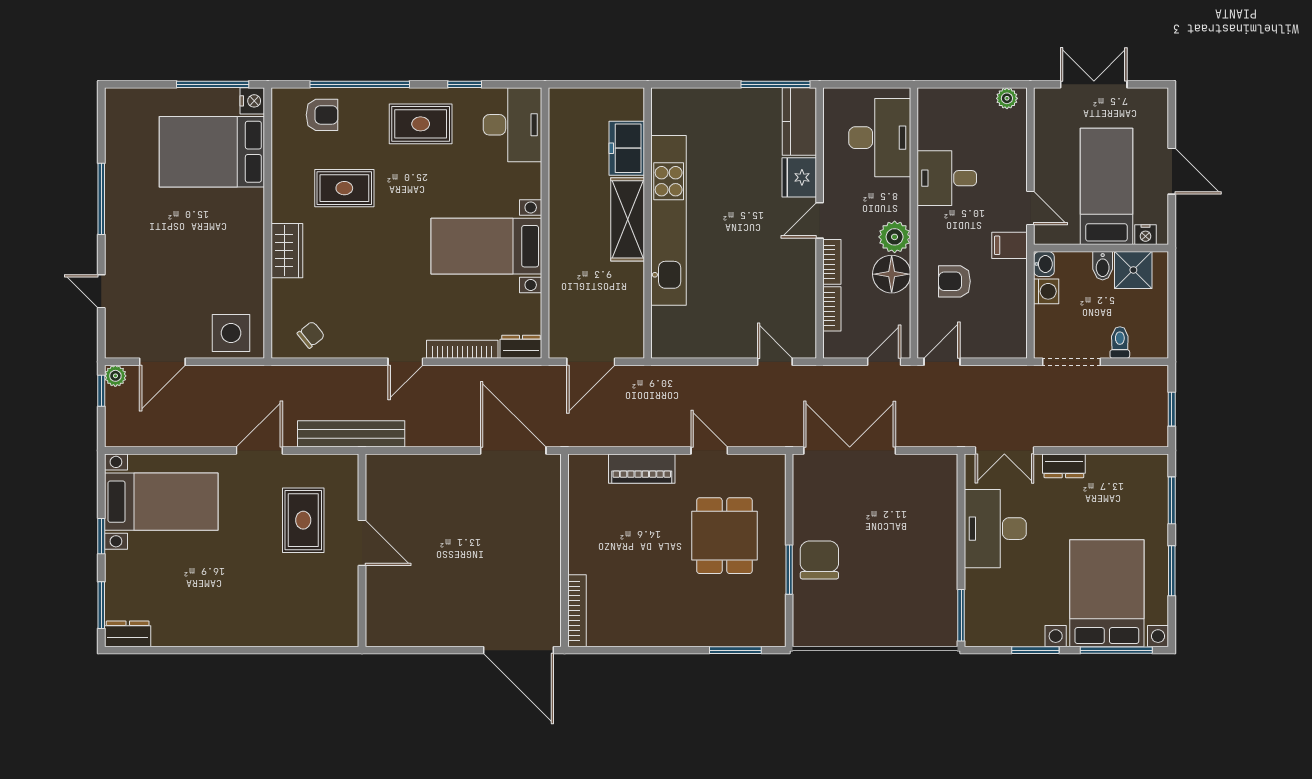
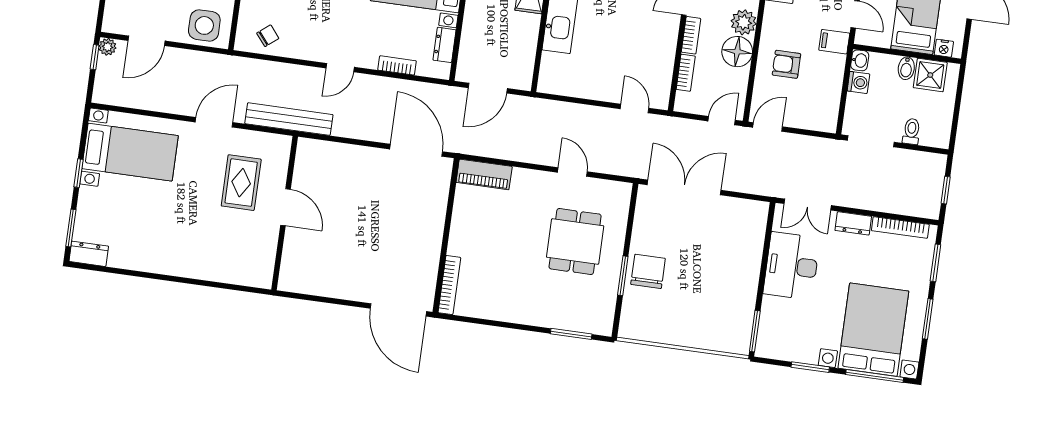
dresser: (521, 347) -> (444, 45), moved, turned -90
bookcase: (462, 349) -> (397, 65), width x0.64
bookcase: (1123, 463) -> (900, 227), added
piano: (642, 469) -> (484, 174), moved

